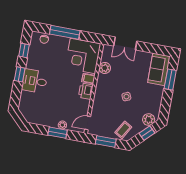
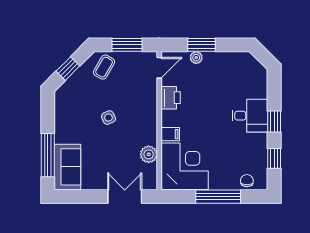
window: (170, 79) -> (48, 155), width x1.44
printer: (86, 91) -> (171, 98), moved
plant: (149, 120) -> (69, 89), removed

